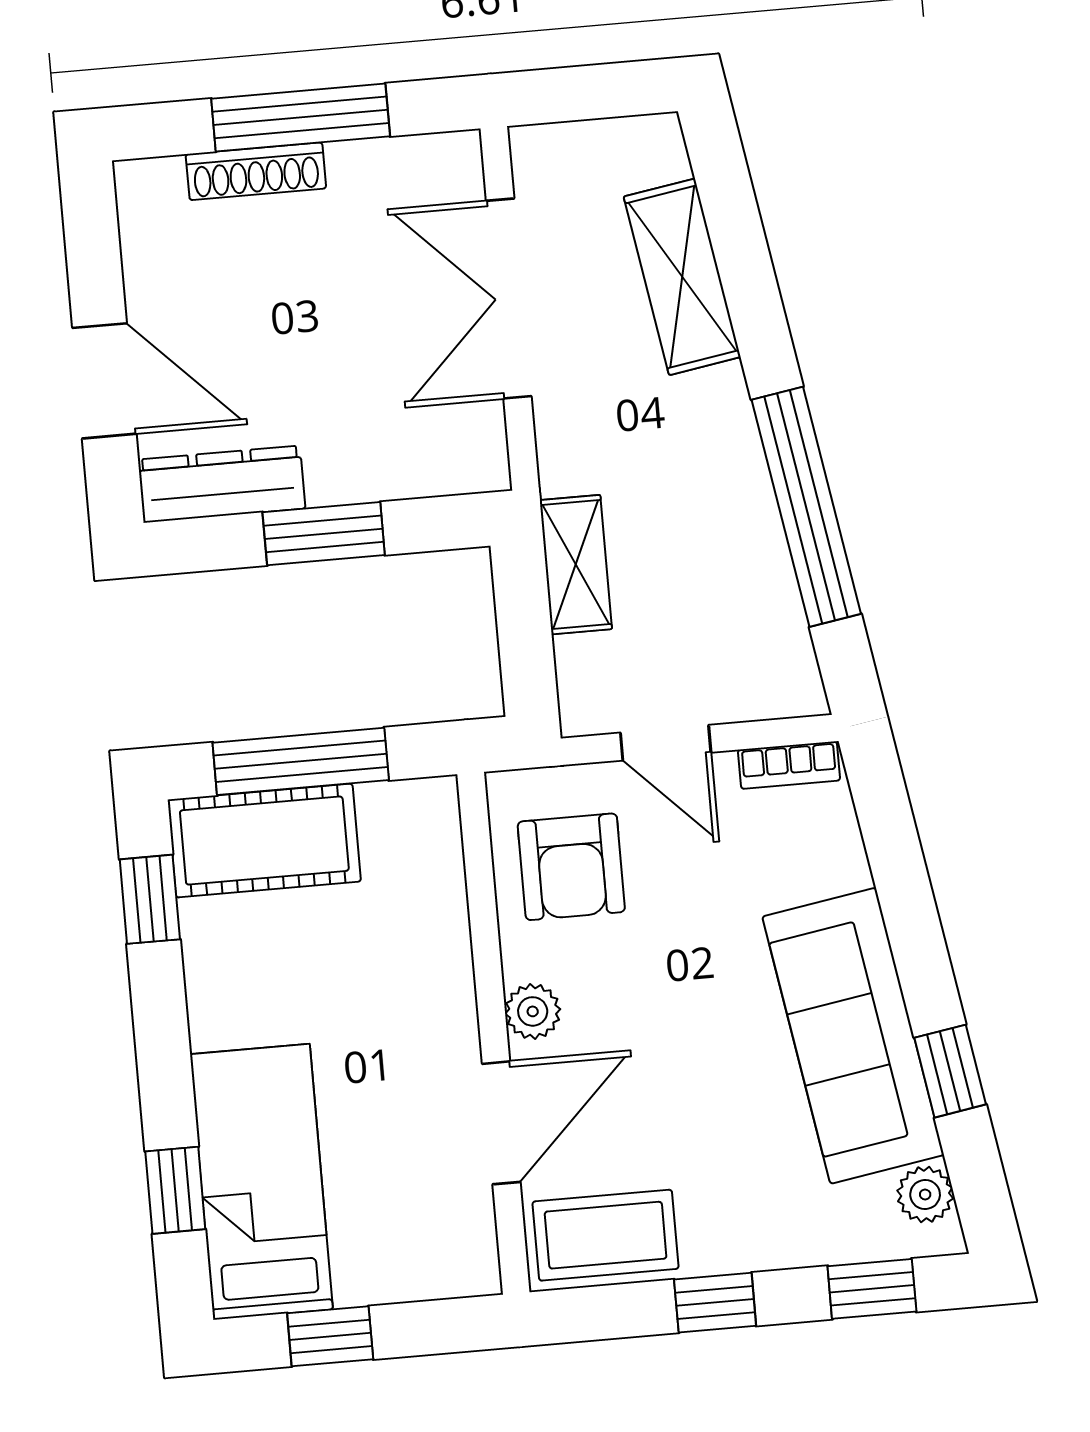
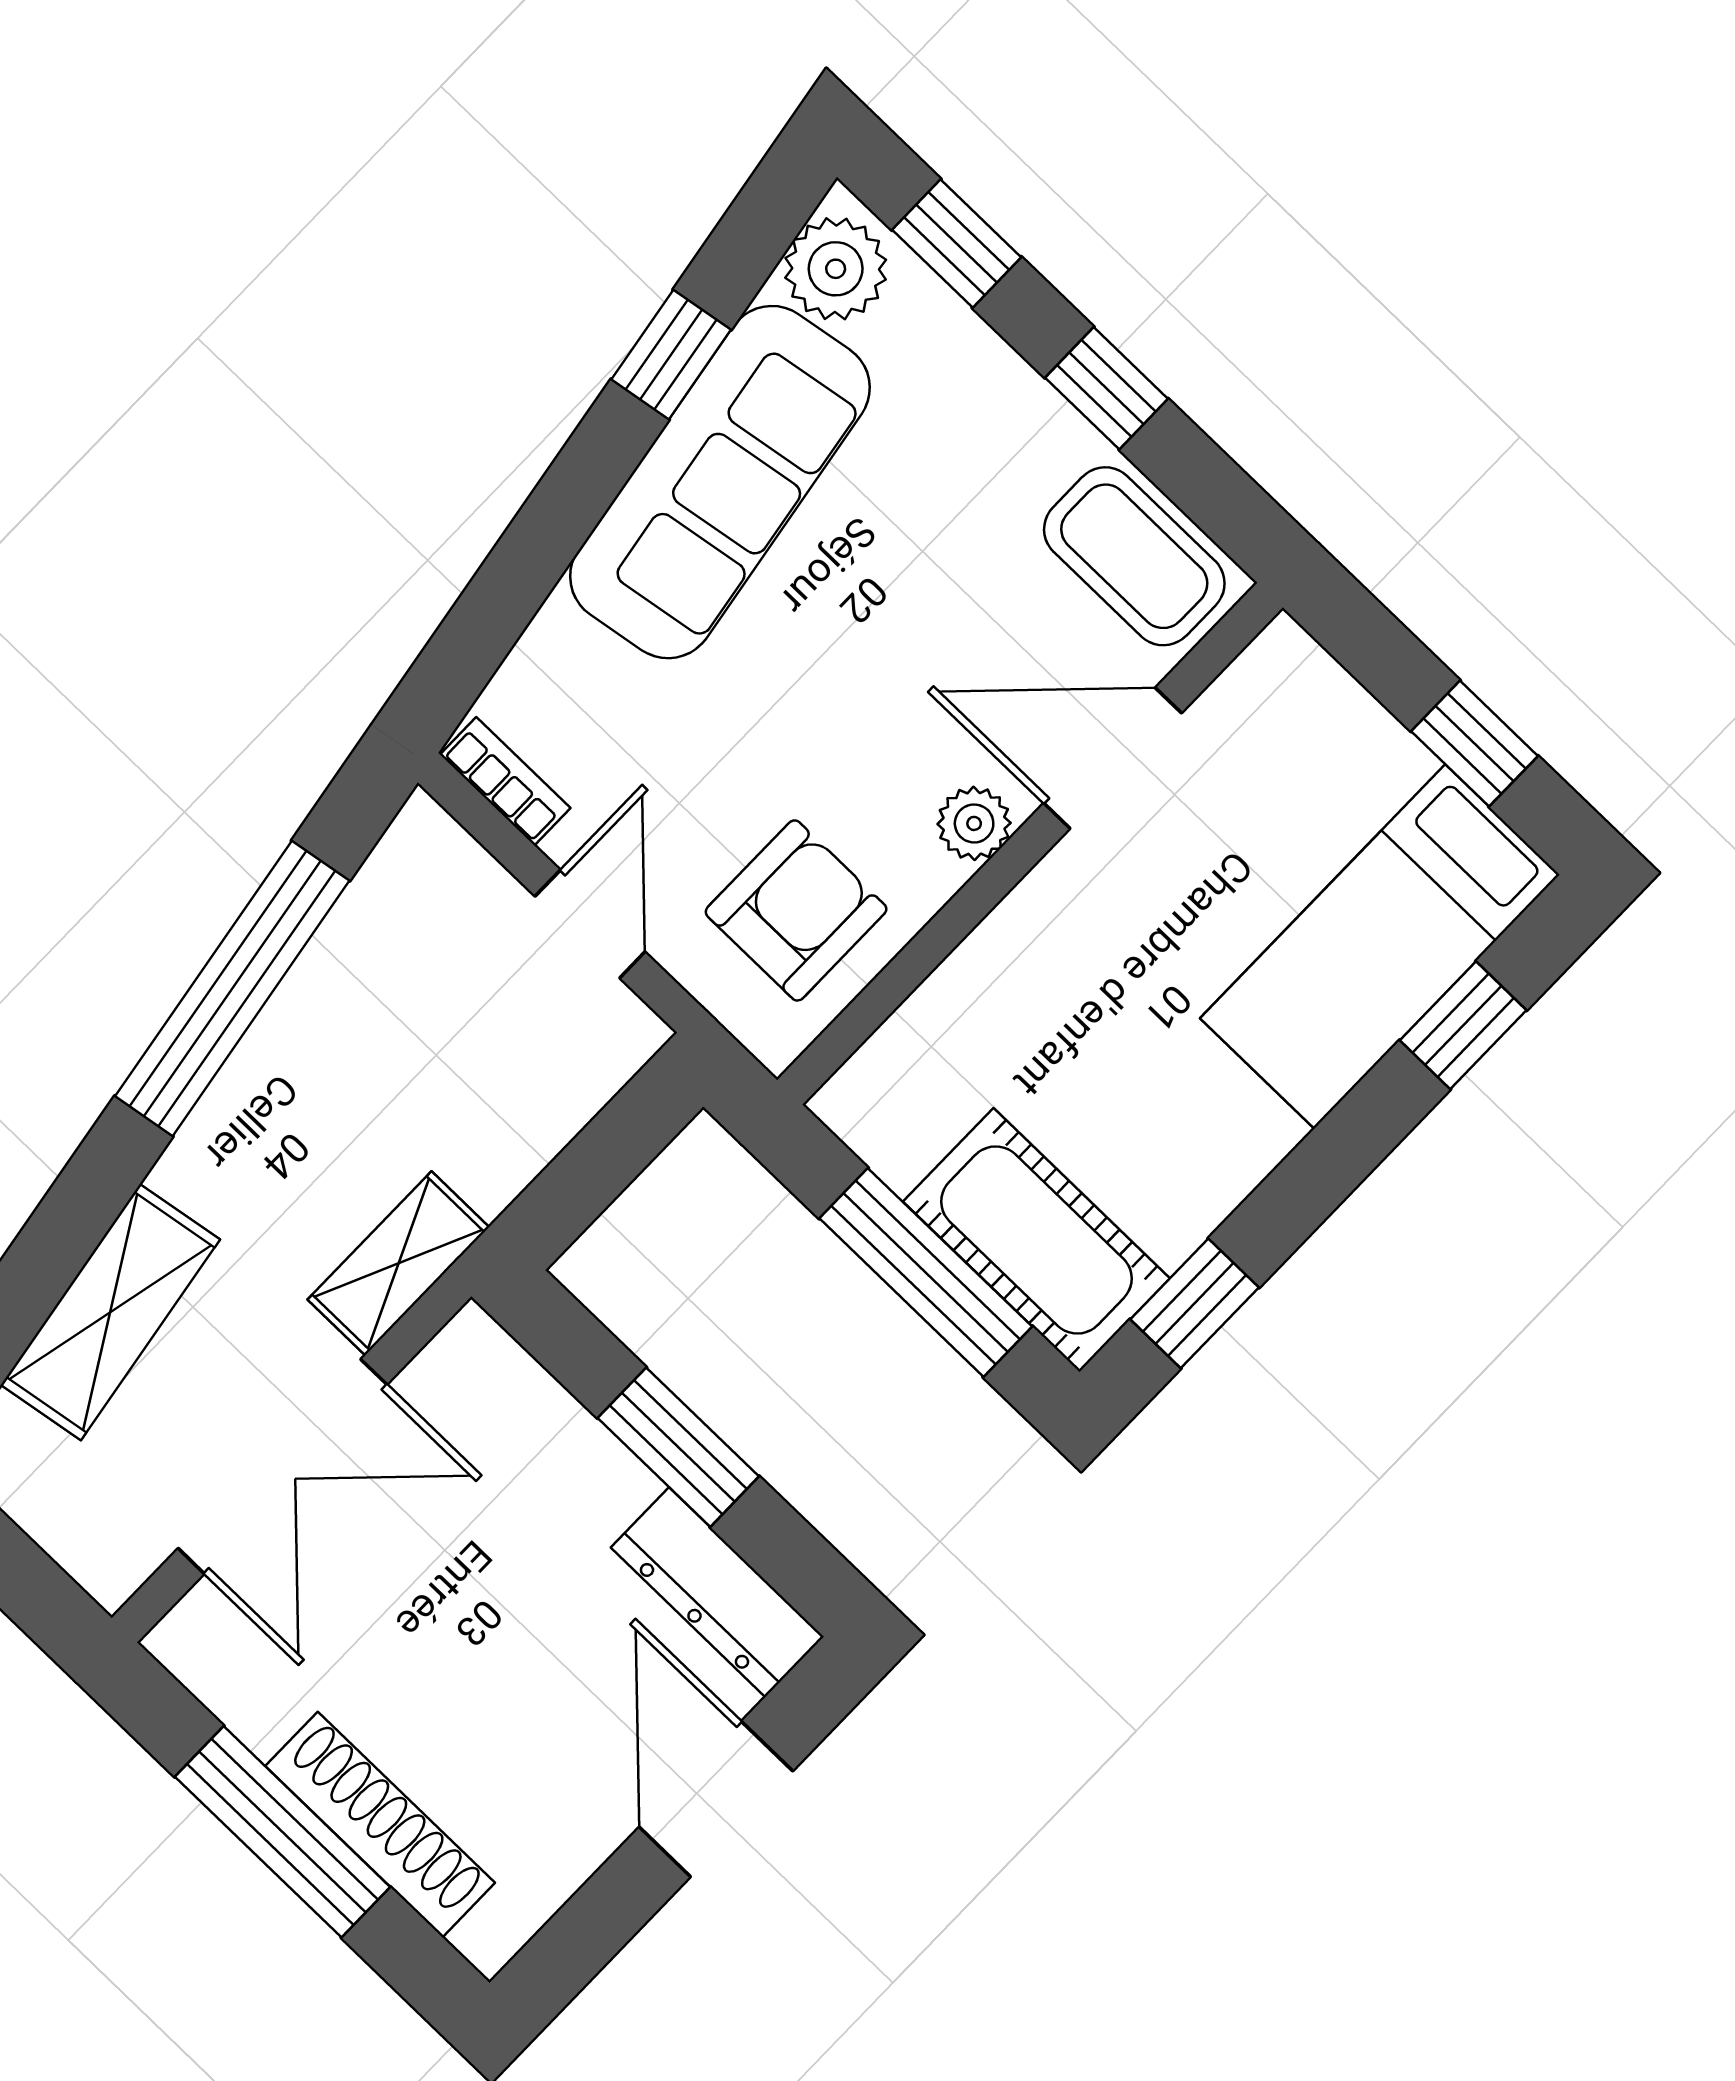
shoe rack: (256, 171) -> (380, 1824), width x1.36, depth x1.24
shelving: (576, 565) -> (398, 1263), moved
plant: (925, 1194) -> (836, 269), width x1.38, depth x1.38

